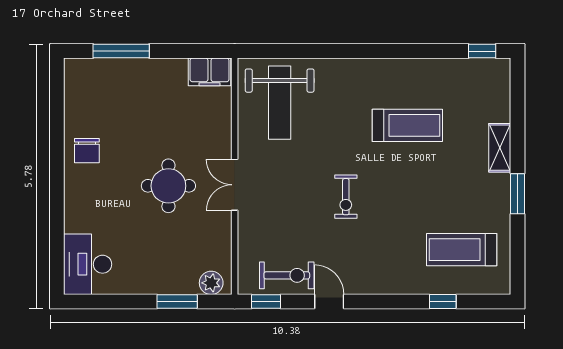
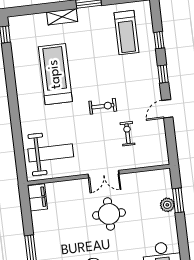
treadmill: (407, 125) -> (55, 74), width x1.37, depth x1.38
exercise bike: (287, 275) -> (128, 134), moved, width x0.73, depth x0.72
plant: (211, 283) -> (167, 205), moved
window: (266, 301) -> (163, 74), moved

